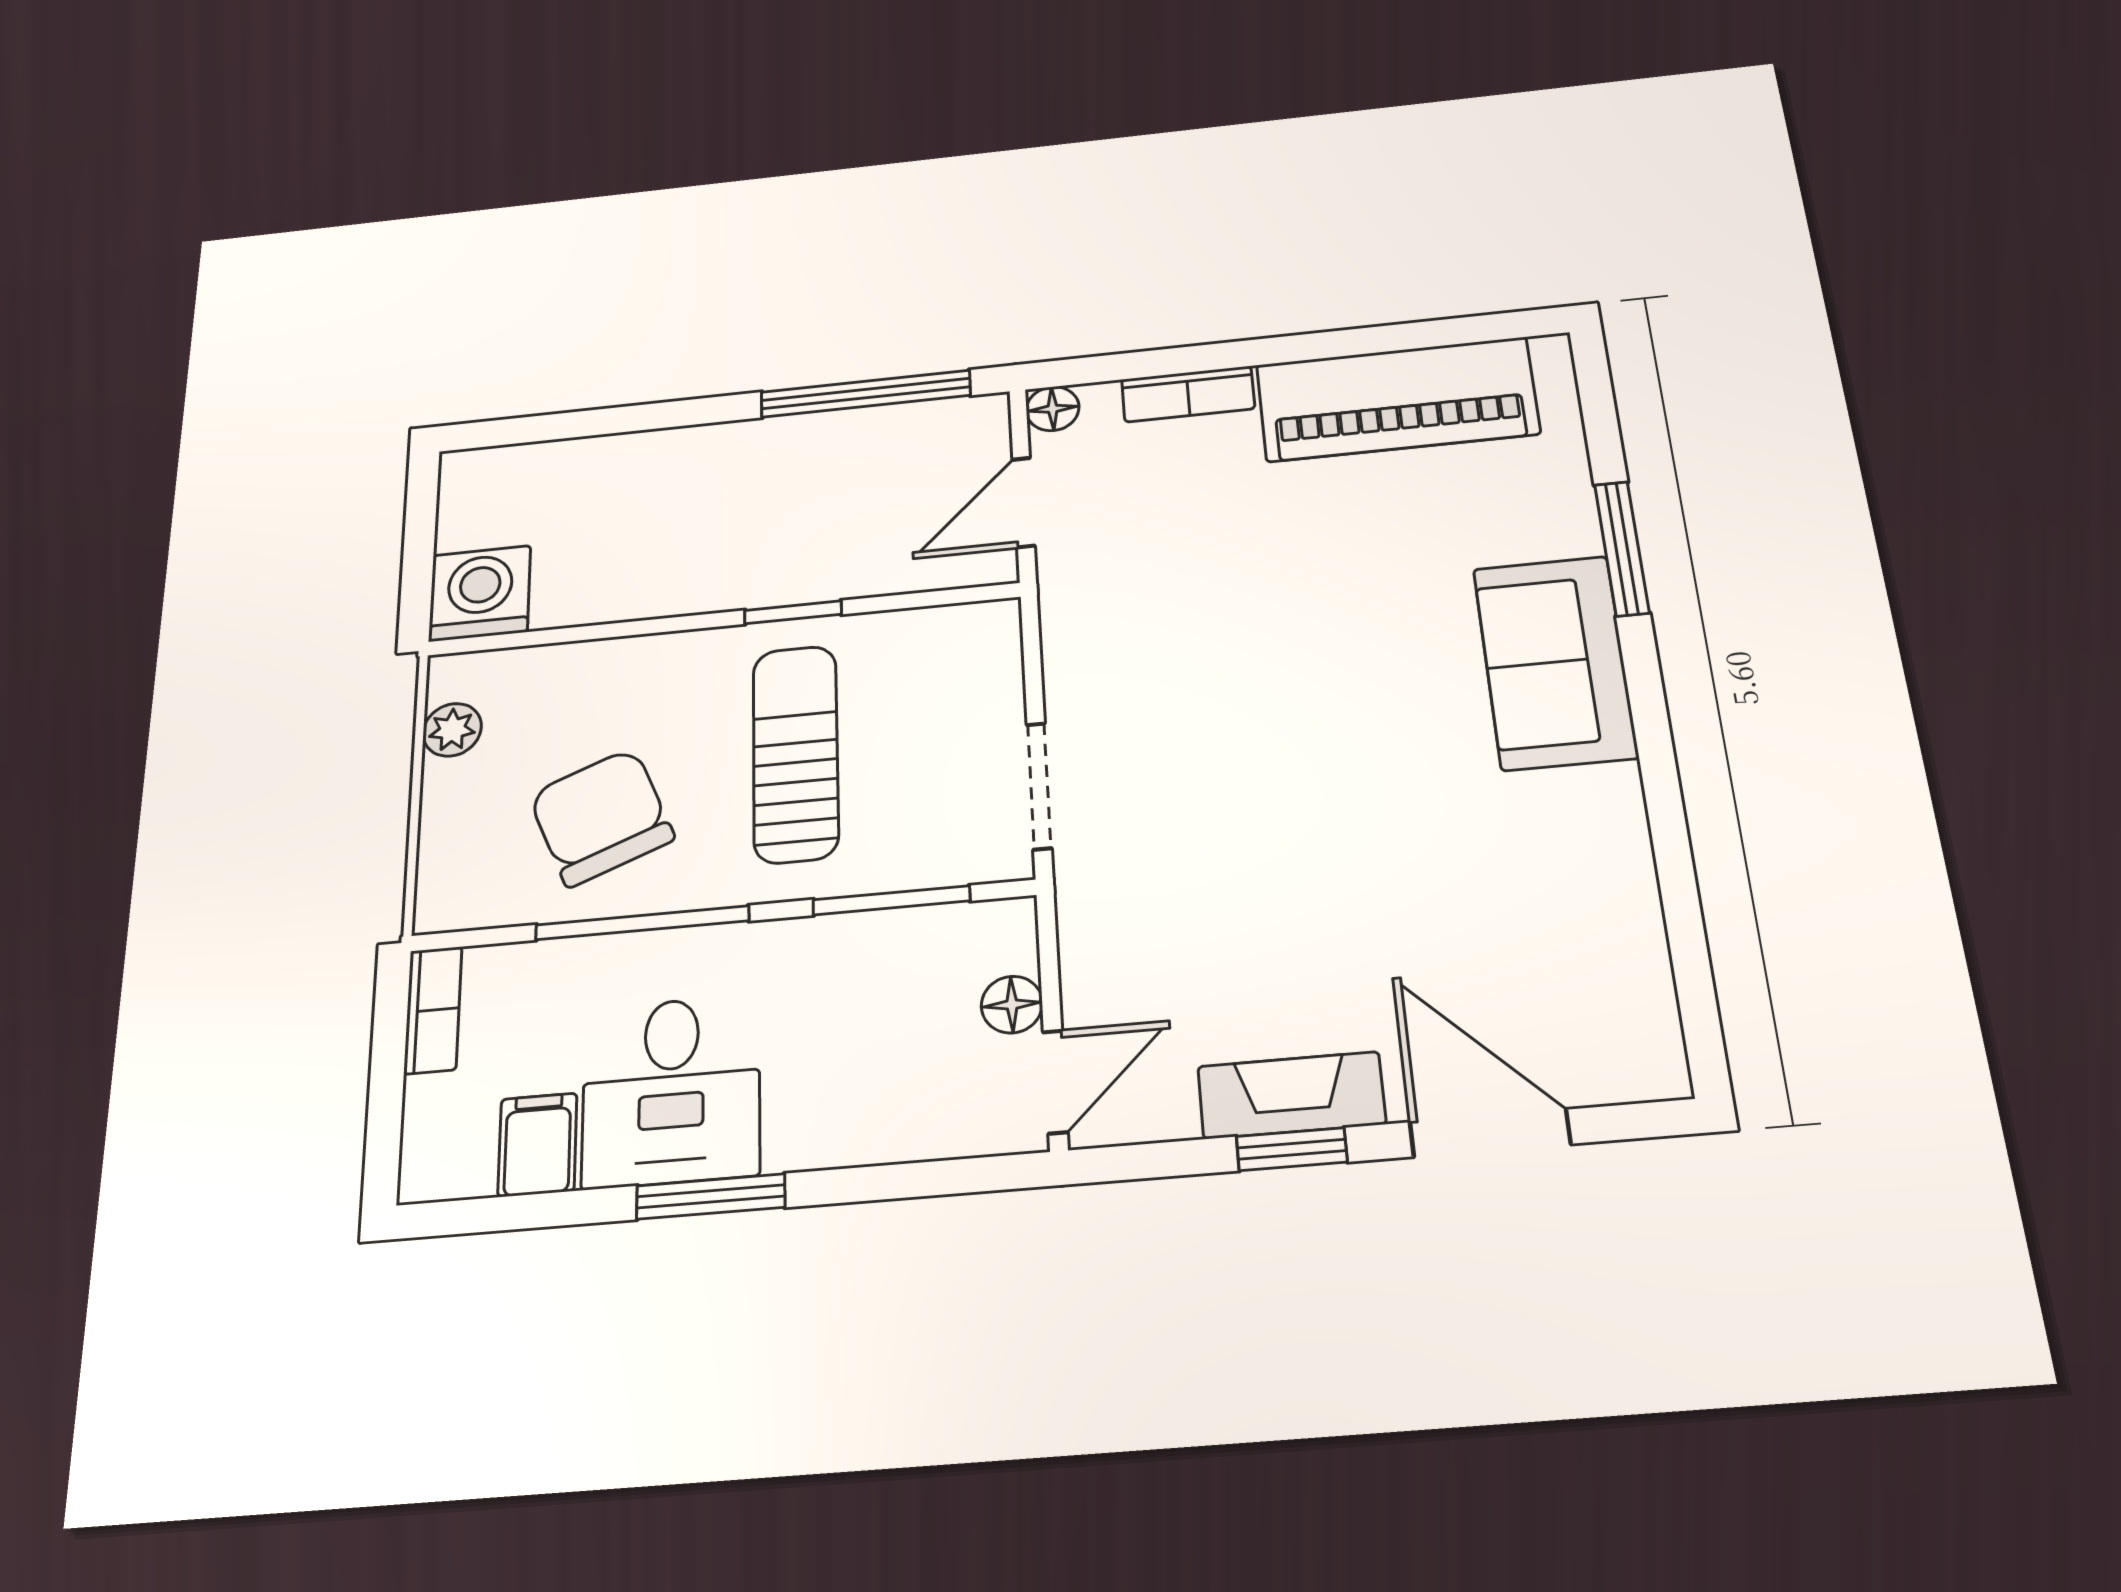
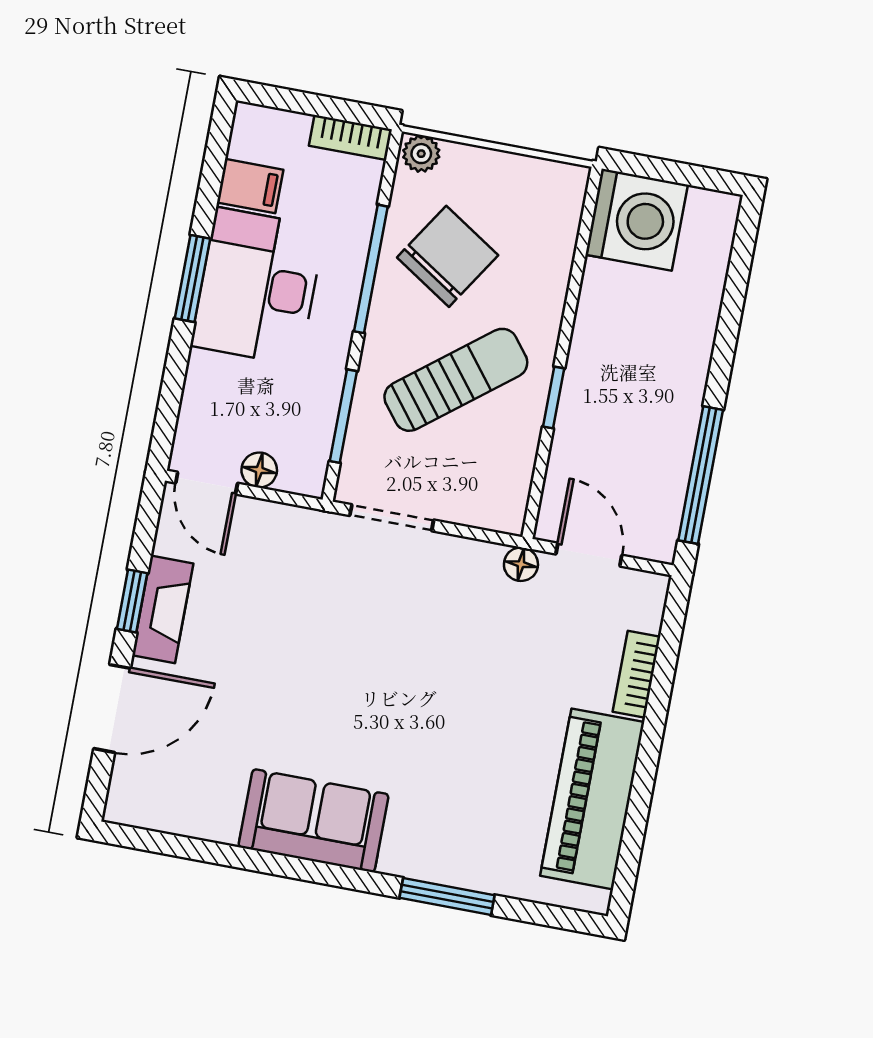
floor lamp: (1053, 409) -> (521, 564), moved
washing machine: (480, 593) -> (637, 220), width x1.37, depth x1.37
sofa: (1555, 662) -> (314, 821), moved
plant: (452, 730) -> (421, 154), moved
sun lounger: (795, 753) -> (456, 380), turned -38
chair: (601, 817) -> (448, 256), turned -35
desk: (671, 1091) -> (258, 286), width x1.37

